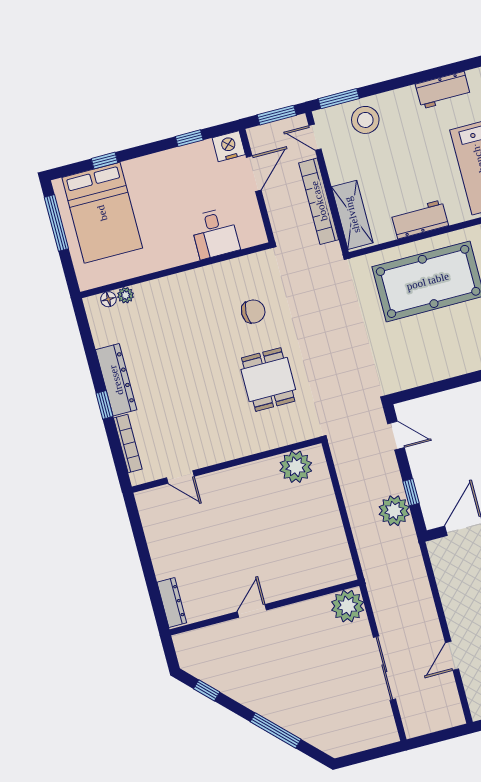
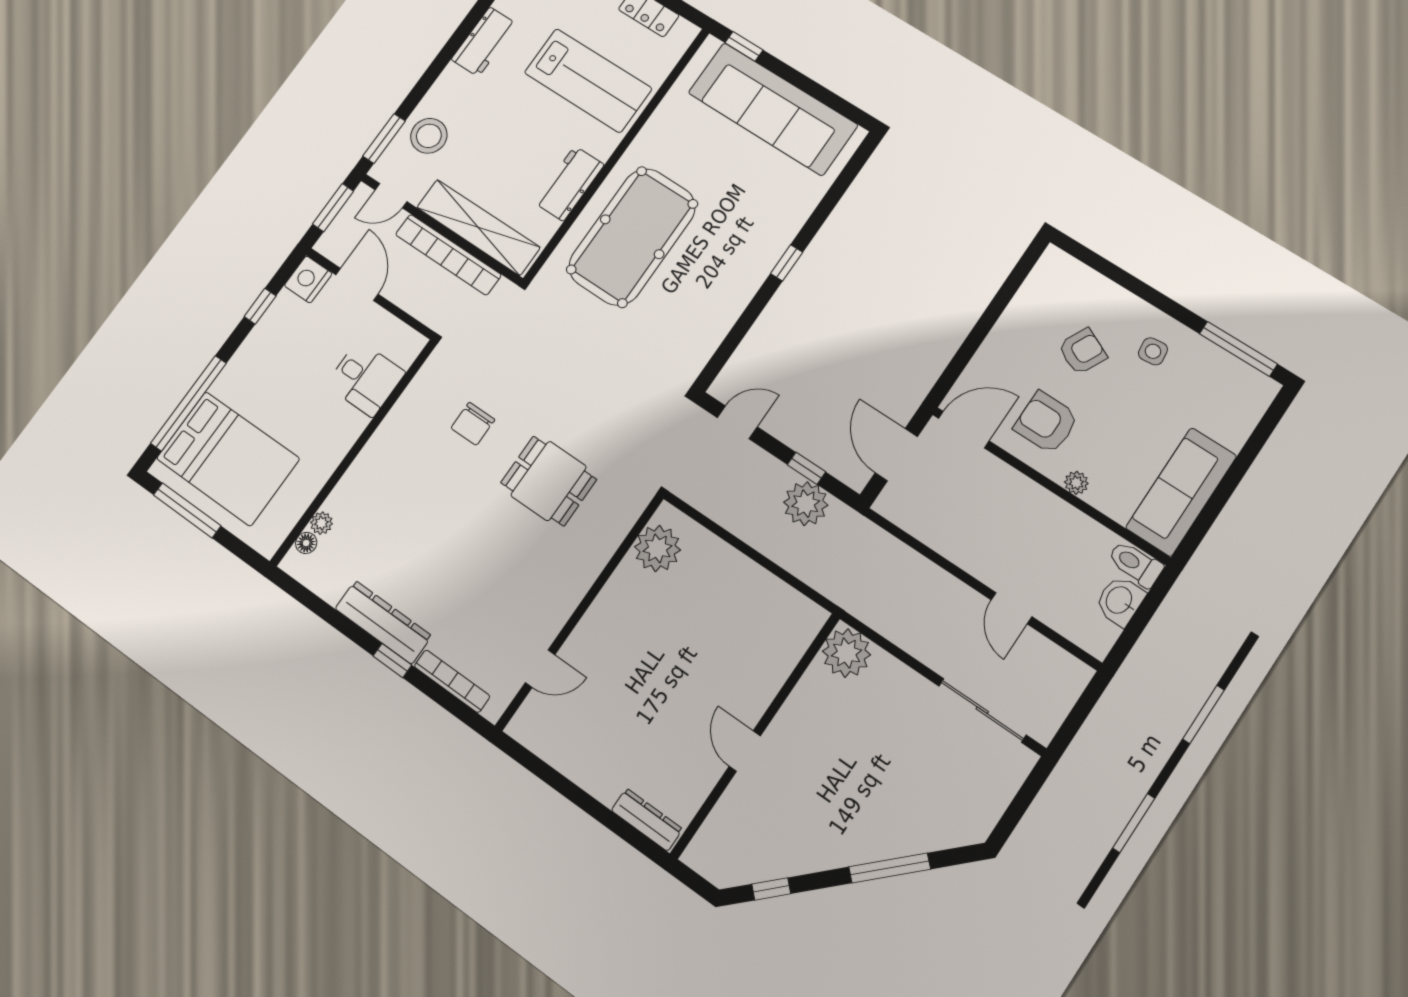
window: (105, 161) -> (188, 403), width x3.17
shelving: (352, 215) -> (478, 227), width x1.47
chair: (253, 312) -> (473, 424), turned 180
sliding door: (384, 668) -> (982, 710), moved

